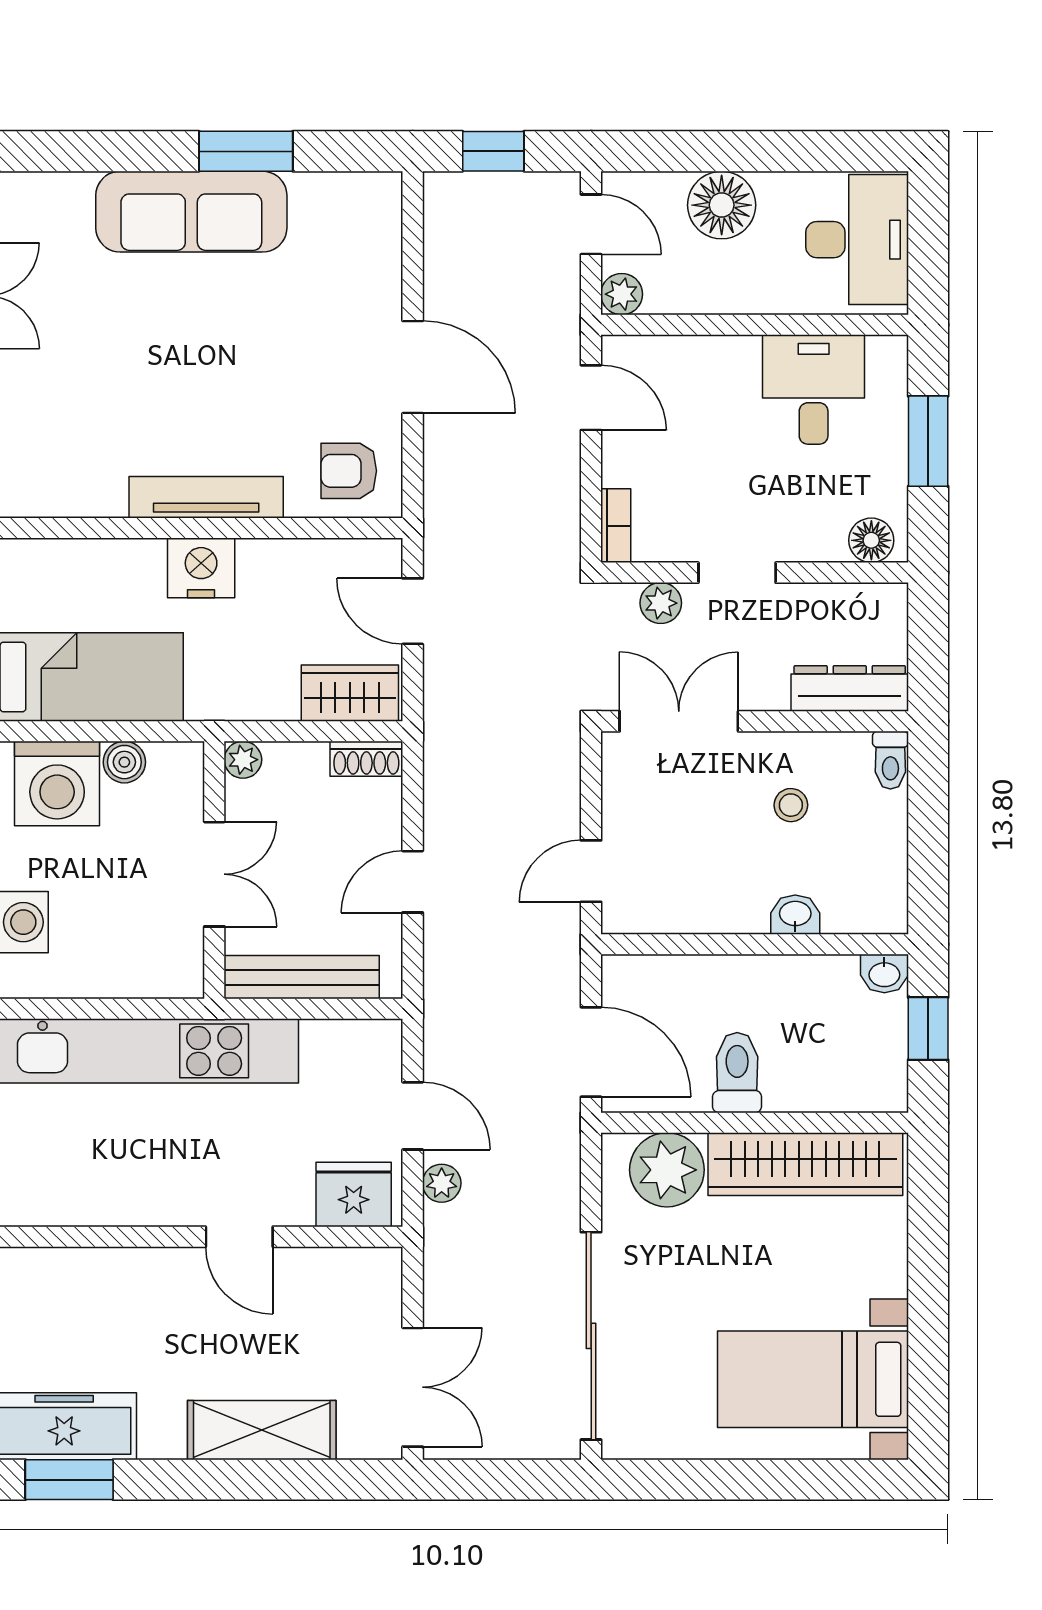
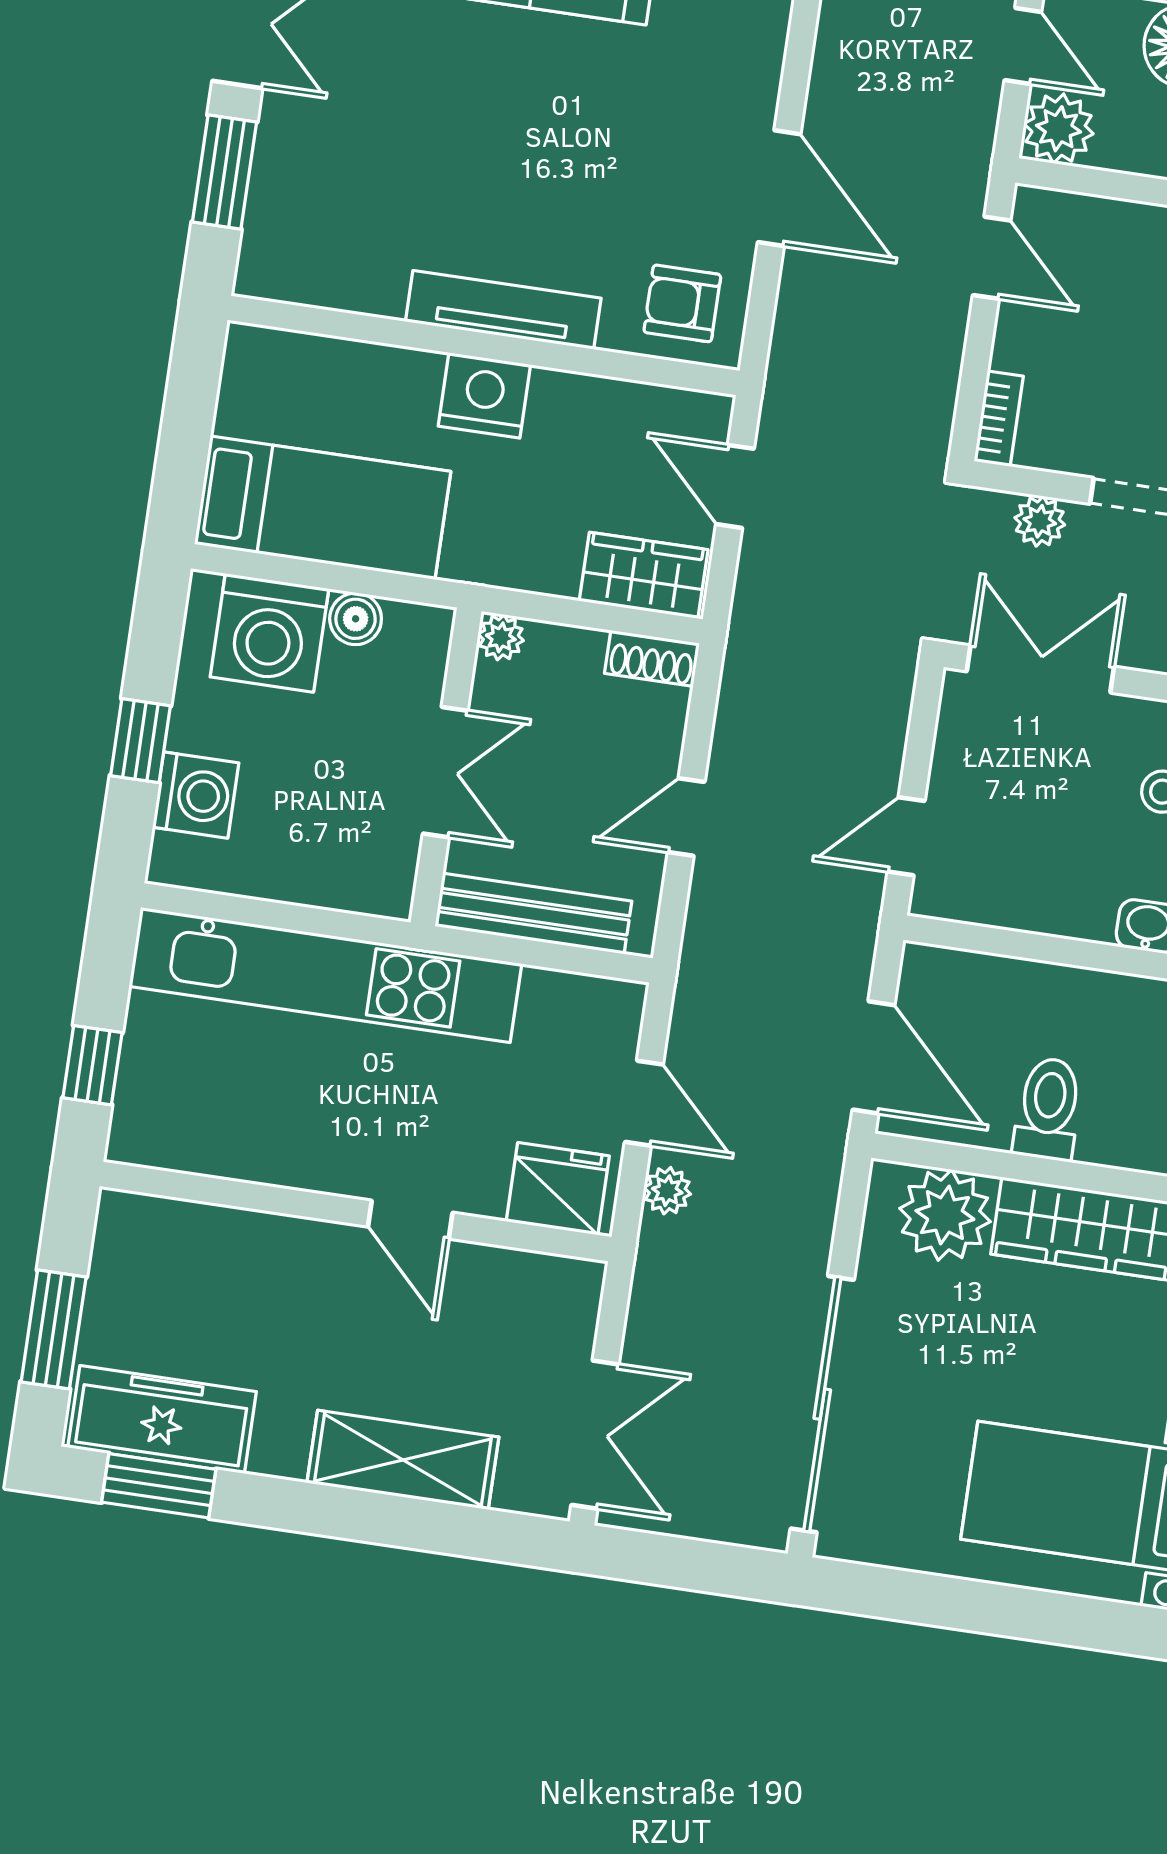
plant: (622, 294) -> (1059, 129), width x1.38, depth x1.38

